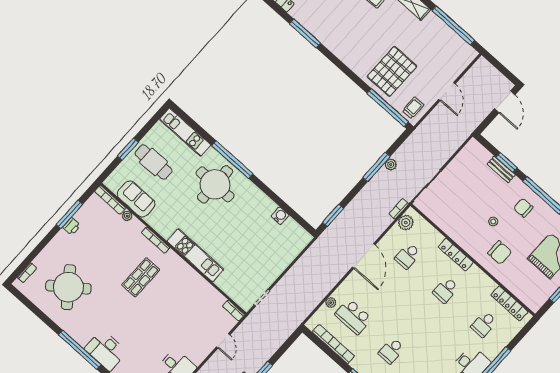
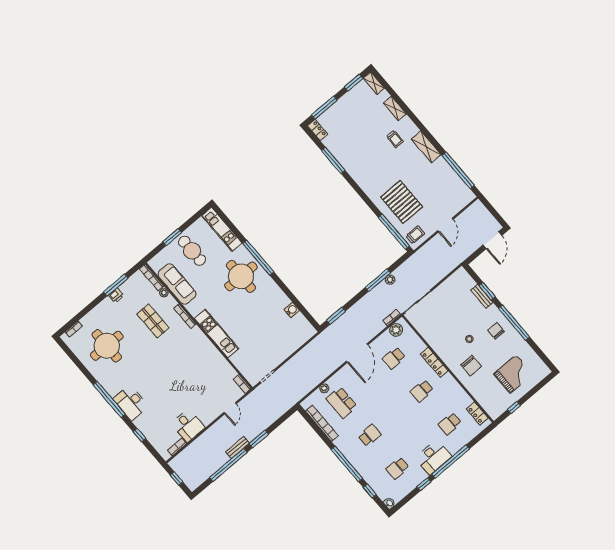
pallet: (392, 71) -> (402, 202), turned 90
sofa: (136, 199) -> (177, 284), width x1.36
shop shelf: (141, 277) -> (153, 321), moved, turned 90
round table: (68, 287) -> (107, 346), turned 37
locker: (509, 303) -> (477, 414), width x0.66
school desk: (391, 351) -> (370, 435), turned 180

